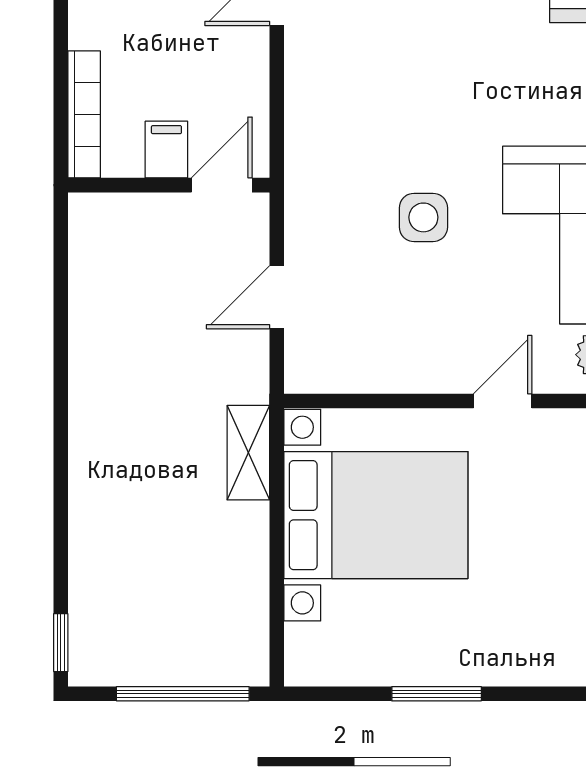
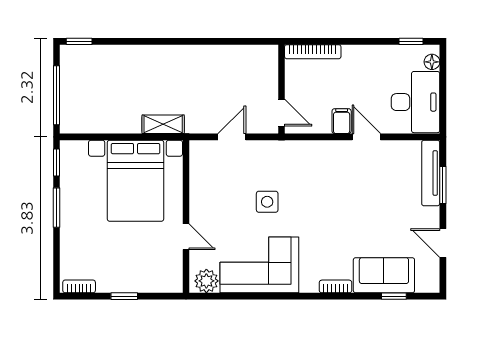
filing cabinet: (166, 150) -> (342, 121), moved, turned -90
door: (277, 297) -> (232, 137), hinge flipped
window: (334, 694) -> (56, 162), added

